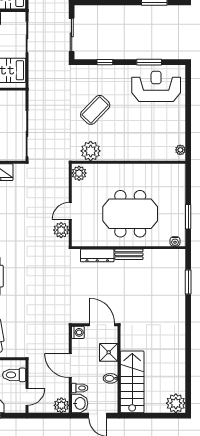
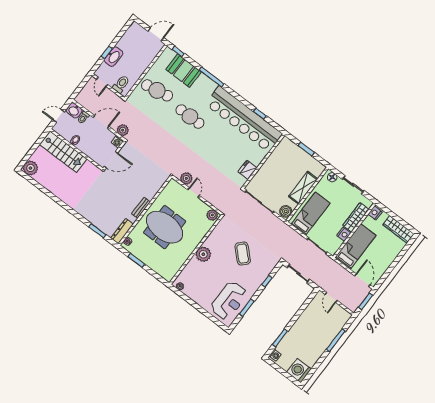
boiler: (16, 98) -> (286, 211), added
plant: (91, 151) -> (203, 254), moved
meeting table: (130, 214) -> (165, 227), turned 90
dresser: (97, 255) -> (122, 231), moved
shower: (109, 352) -> (91, 151), removed
plant: (61, 405) -> (123, 130), moved

